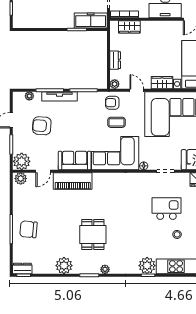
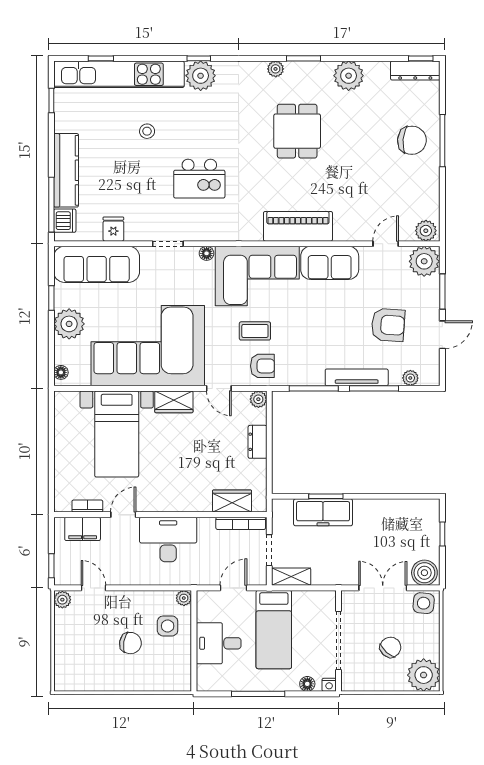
freezer: (91, 21) -> (323, 512), moved
piano: (73, 181) -> (298, 226), moved
kitchen island: (167, 209) -> (199, 179), moved
dresser: (22, 268) -> (415, 70), width x1.44

